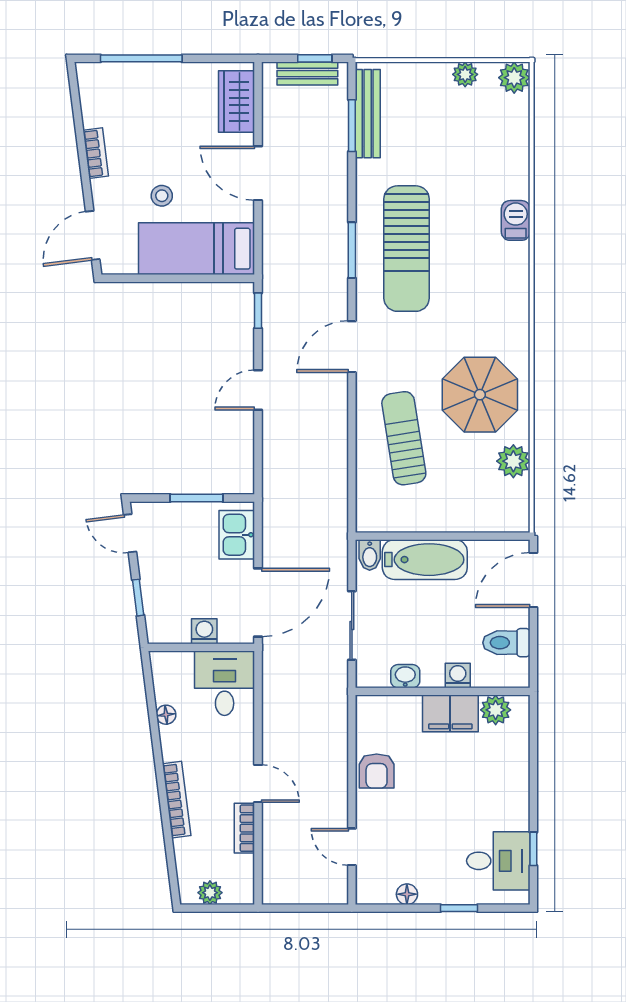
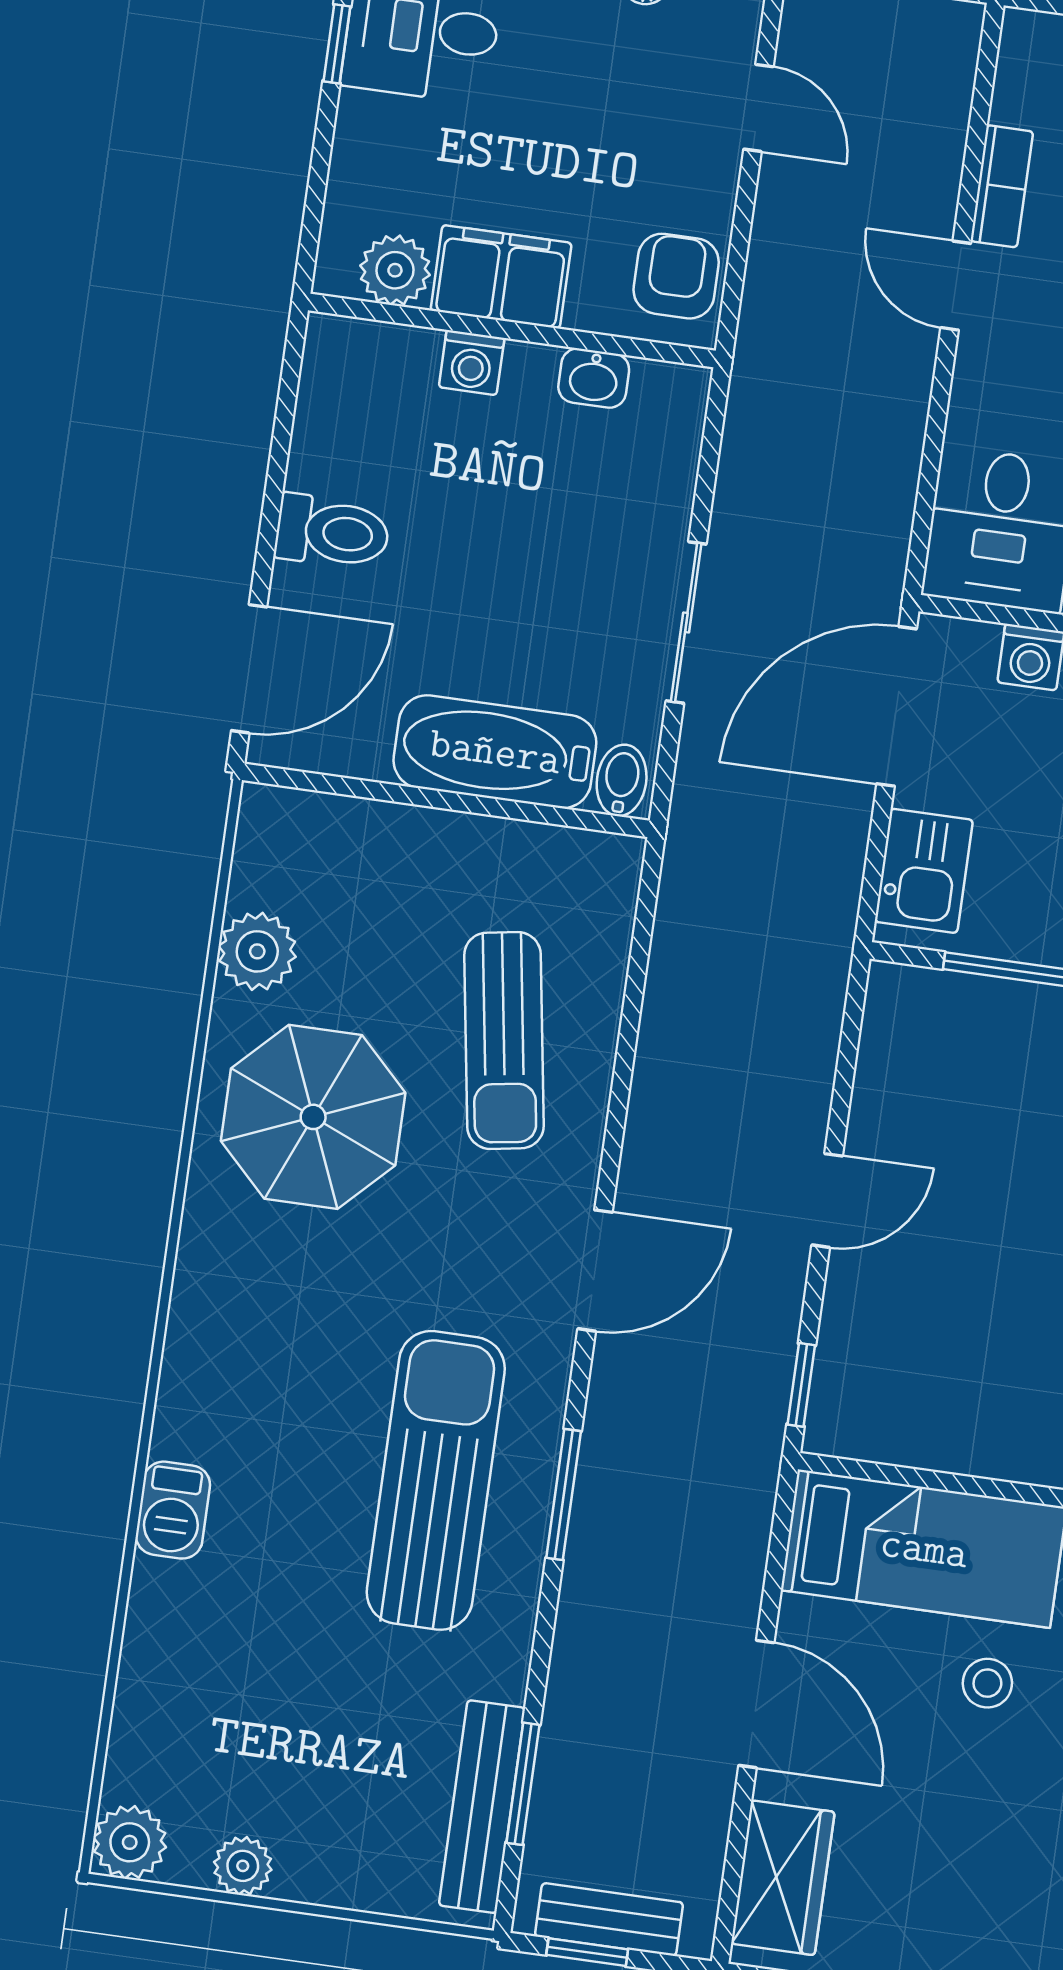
washing machine: (458, 675) -> (472, 363), moved
washbasin: (405, 676) -> (594, 378), moved
wall: (443, 691) -> (512, 331), moved
plant: (496, 710) -> (395, 270), moved
filing cabinet: (450, 713) -> (501, 277), moved

